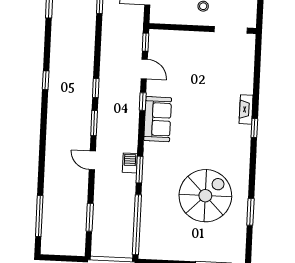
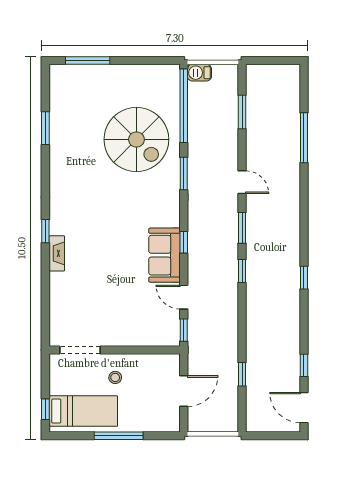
window: (143, 102) -> (184, 242), moved
sofa: (158, 119) -> (164, 255), moved
barbecue: (130, 163) -> (199, 73), moved, turned 90
spiral stairs: (205, 196) -> (136, 139), moved, turned -90
window: (39, 216) -> (304, 138), moved

